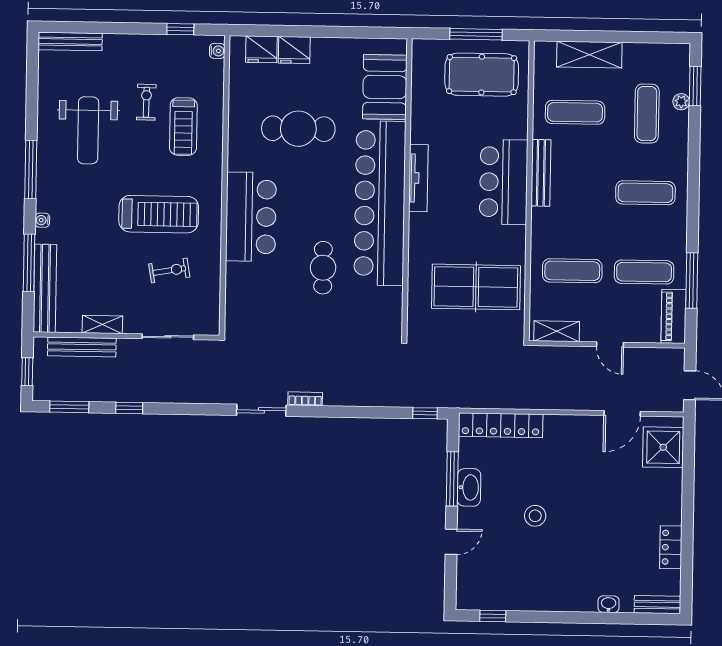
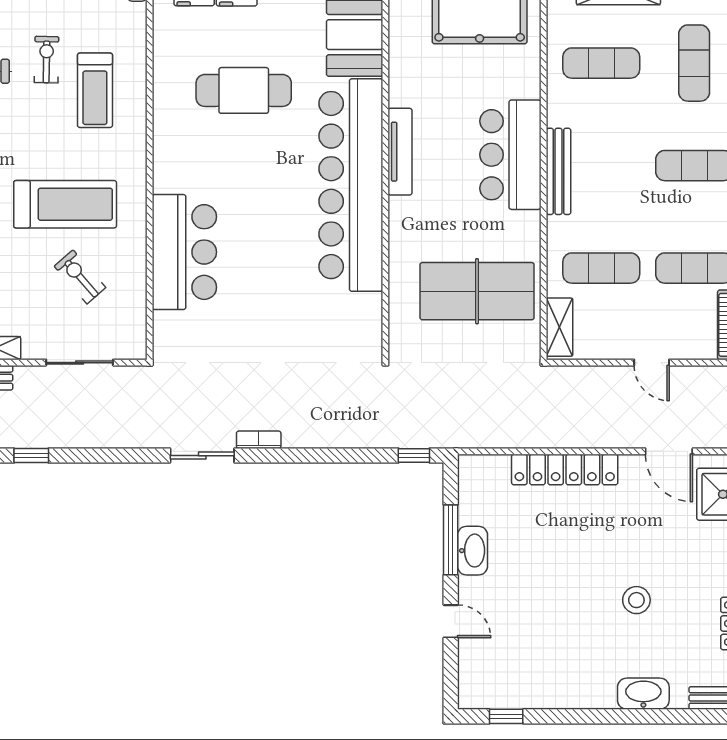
bench: (541, 173) -> (558, 171), moved
bar counter: (251, 217) -> (184, 252), moved
cafe table: (323, 268) -> (279, 270), removed
exercise bike: (169, 270) -> (80, 277), turned -121
shelving: (557, 331) -> (560, 327), moved, turned 90
door: (622, 413) -> (669, 451), hinge flipped
locker: (501, 425) -> (565, 470), moved
stool: (535, 516) -> (636, 600), moved
door: (451, 542) -> (451, 621), hinge flipped
washbasin: (609, 604) -> (643, 694), width x1.91, depth x1.45

